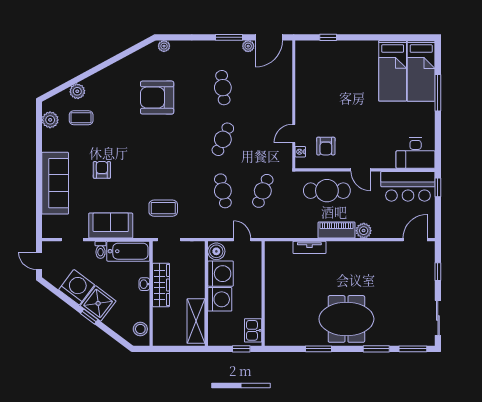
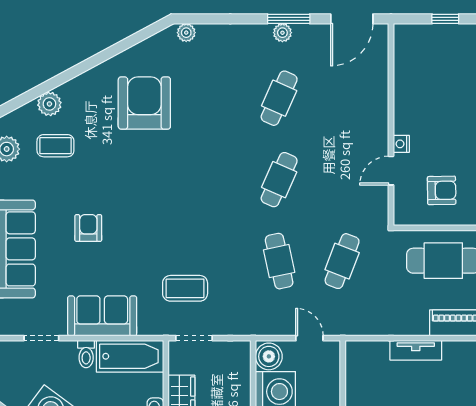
plant: (248, 46) -> (282, 33), moved
cafe table: (223, 88) -> (279, 98), turned 30
armchair: (157, 98) -> (144, 103), moved, turned 90
armchair: (326, 146) -> (442, 190), turned -91
nightstand: (300, 152) -> (401, 144), moved

